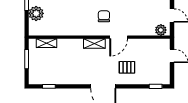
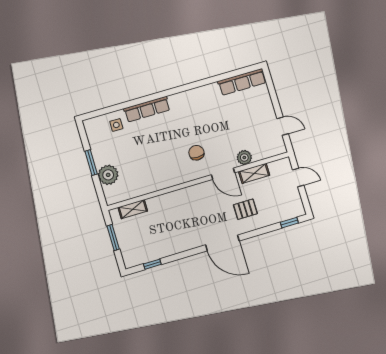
plant: (161, 30) -> (244, 158), moved
door: (119, 37) -> (223, 174), hinge flipped
shelving: (94, 43) -> (254, 173), moved

